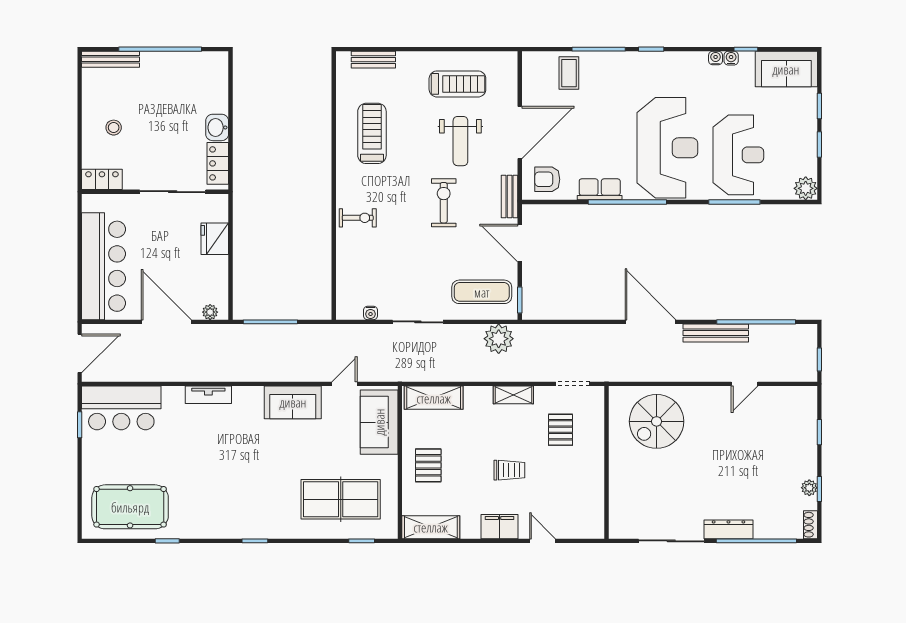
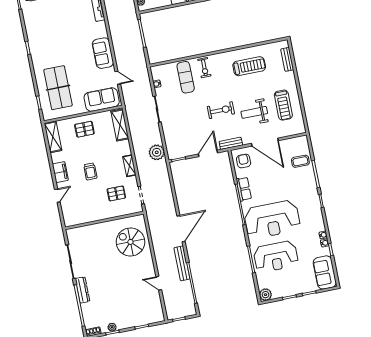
exercise mat: (482, 292) -> (186, 77), moved

